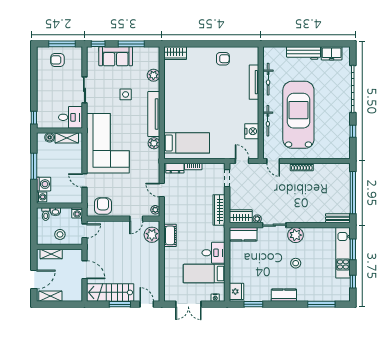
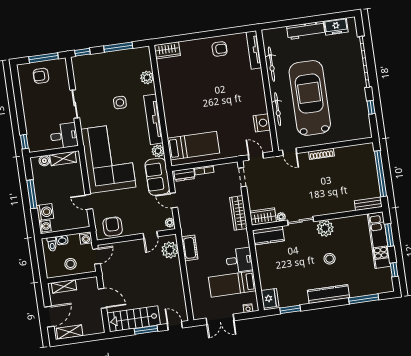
sofa: (116, 56) -> (157, 177), moved, turned 90
tv unit: (254, 82) -> (254, 50), moved
kitchen counter: (284, 295) -> (329, 294), width x1.50

